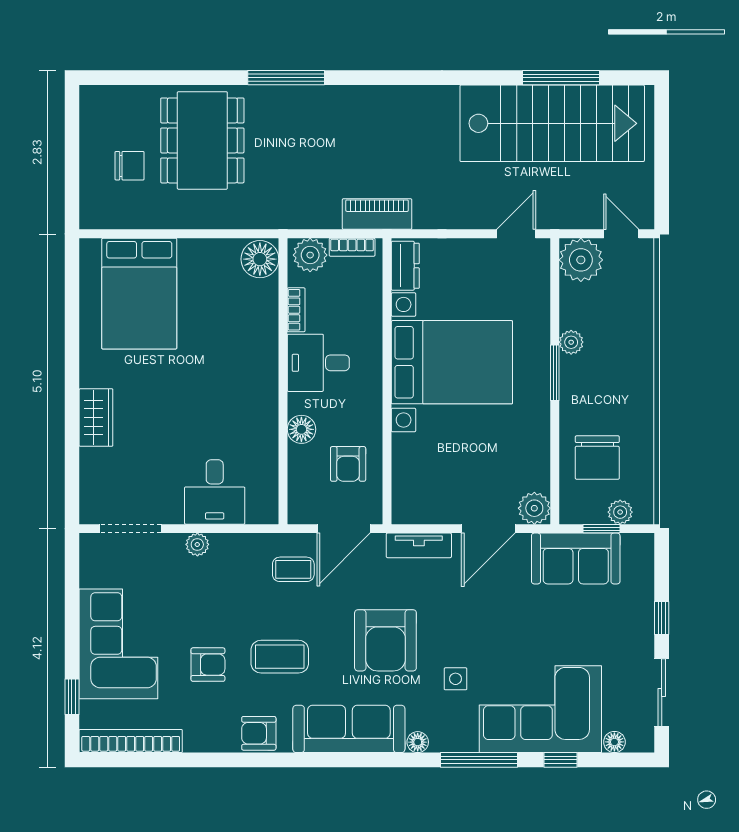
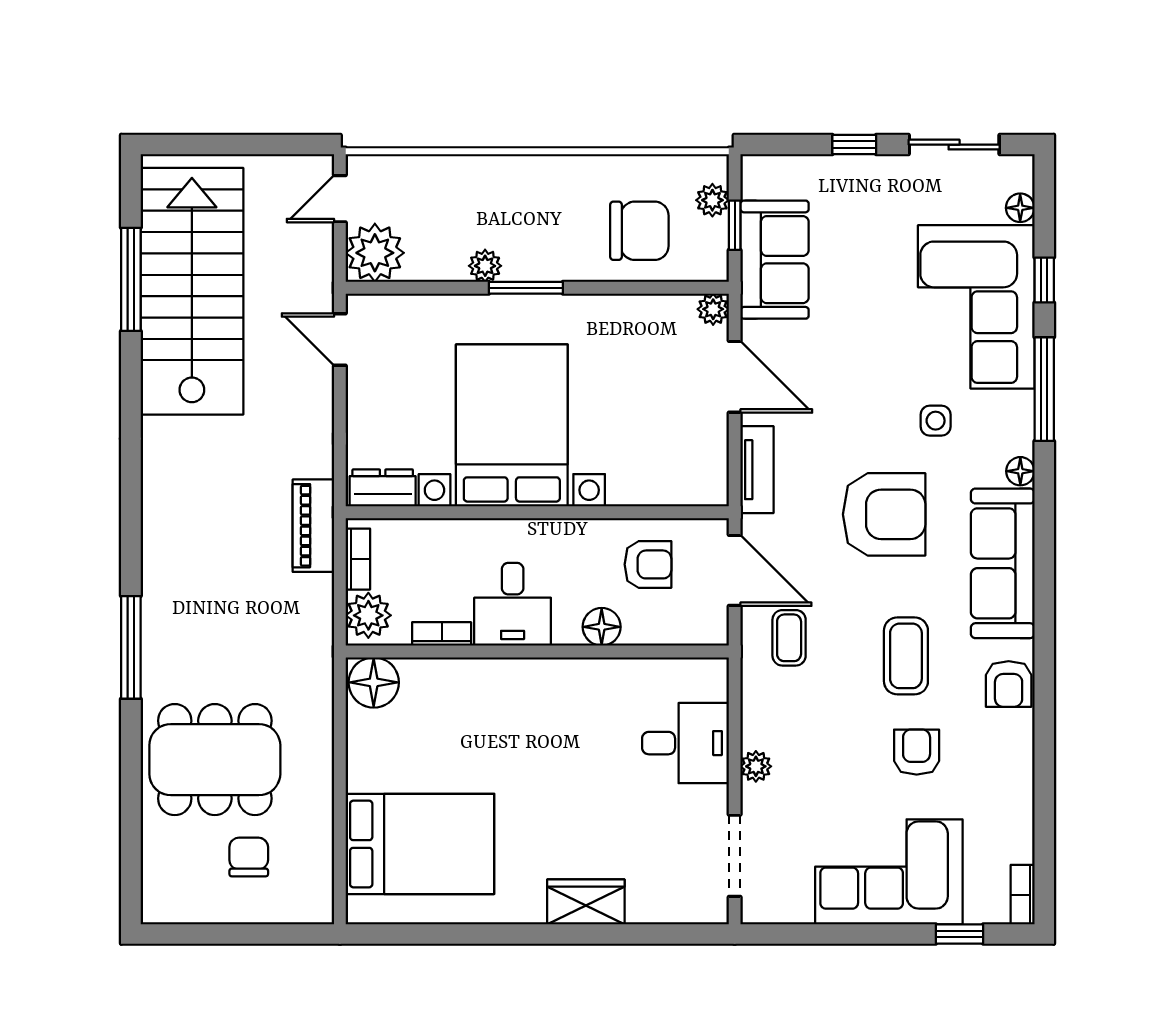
plant: (534, 508) -> (713, 309), width x0.73, depth x0.73
bookcase: (131, 741) -> (1023, 895), width x0.43, depth x0.76

